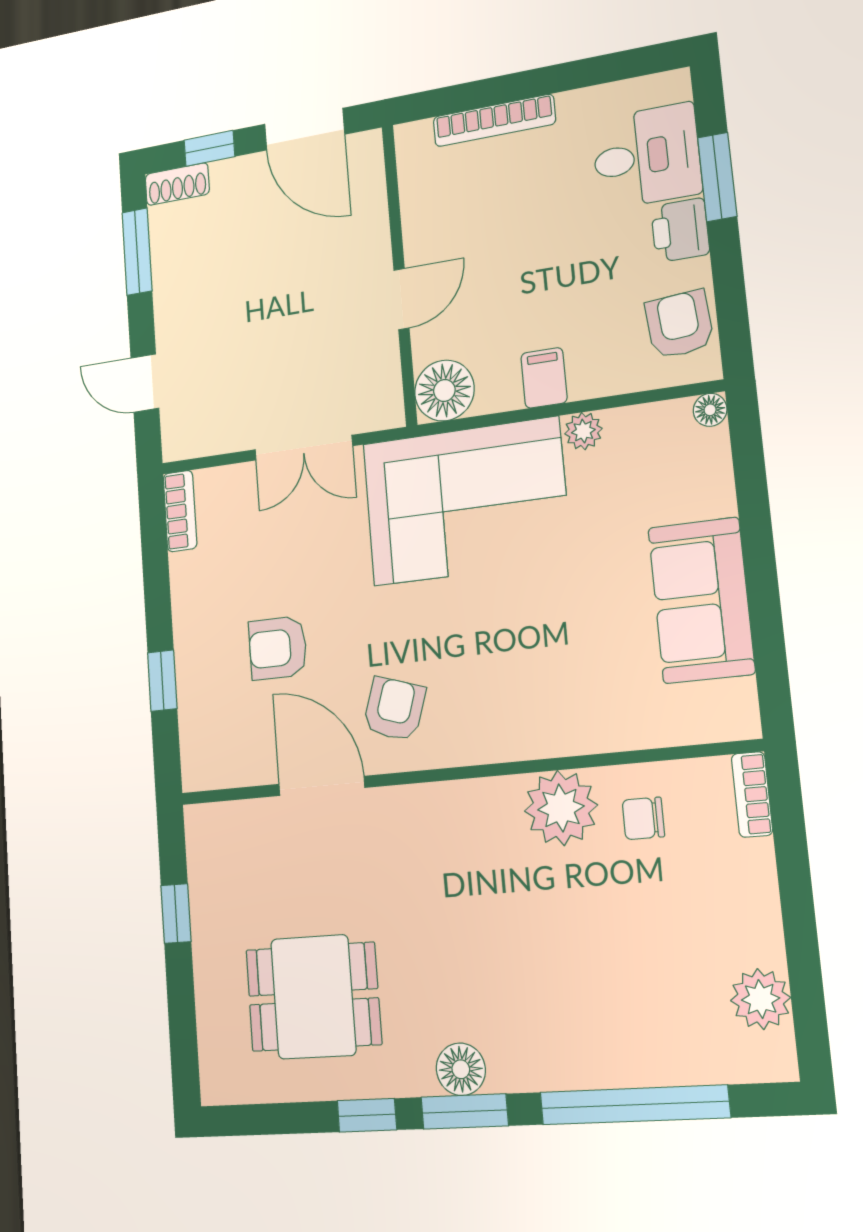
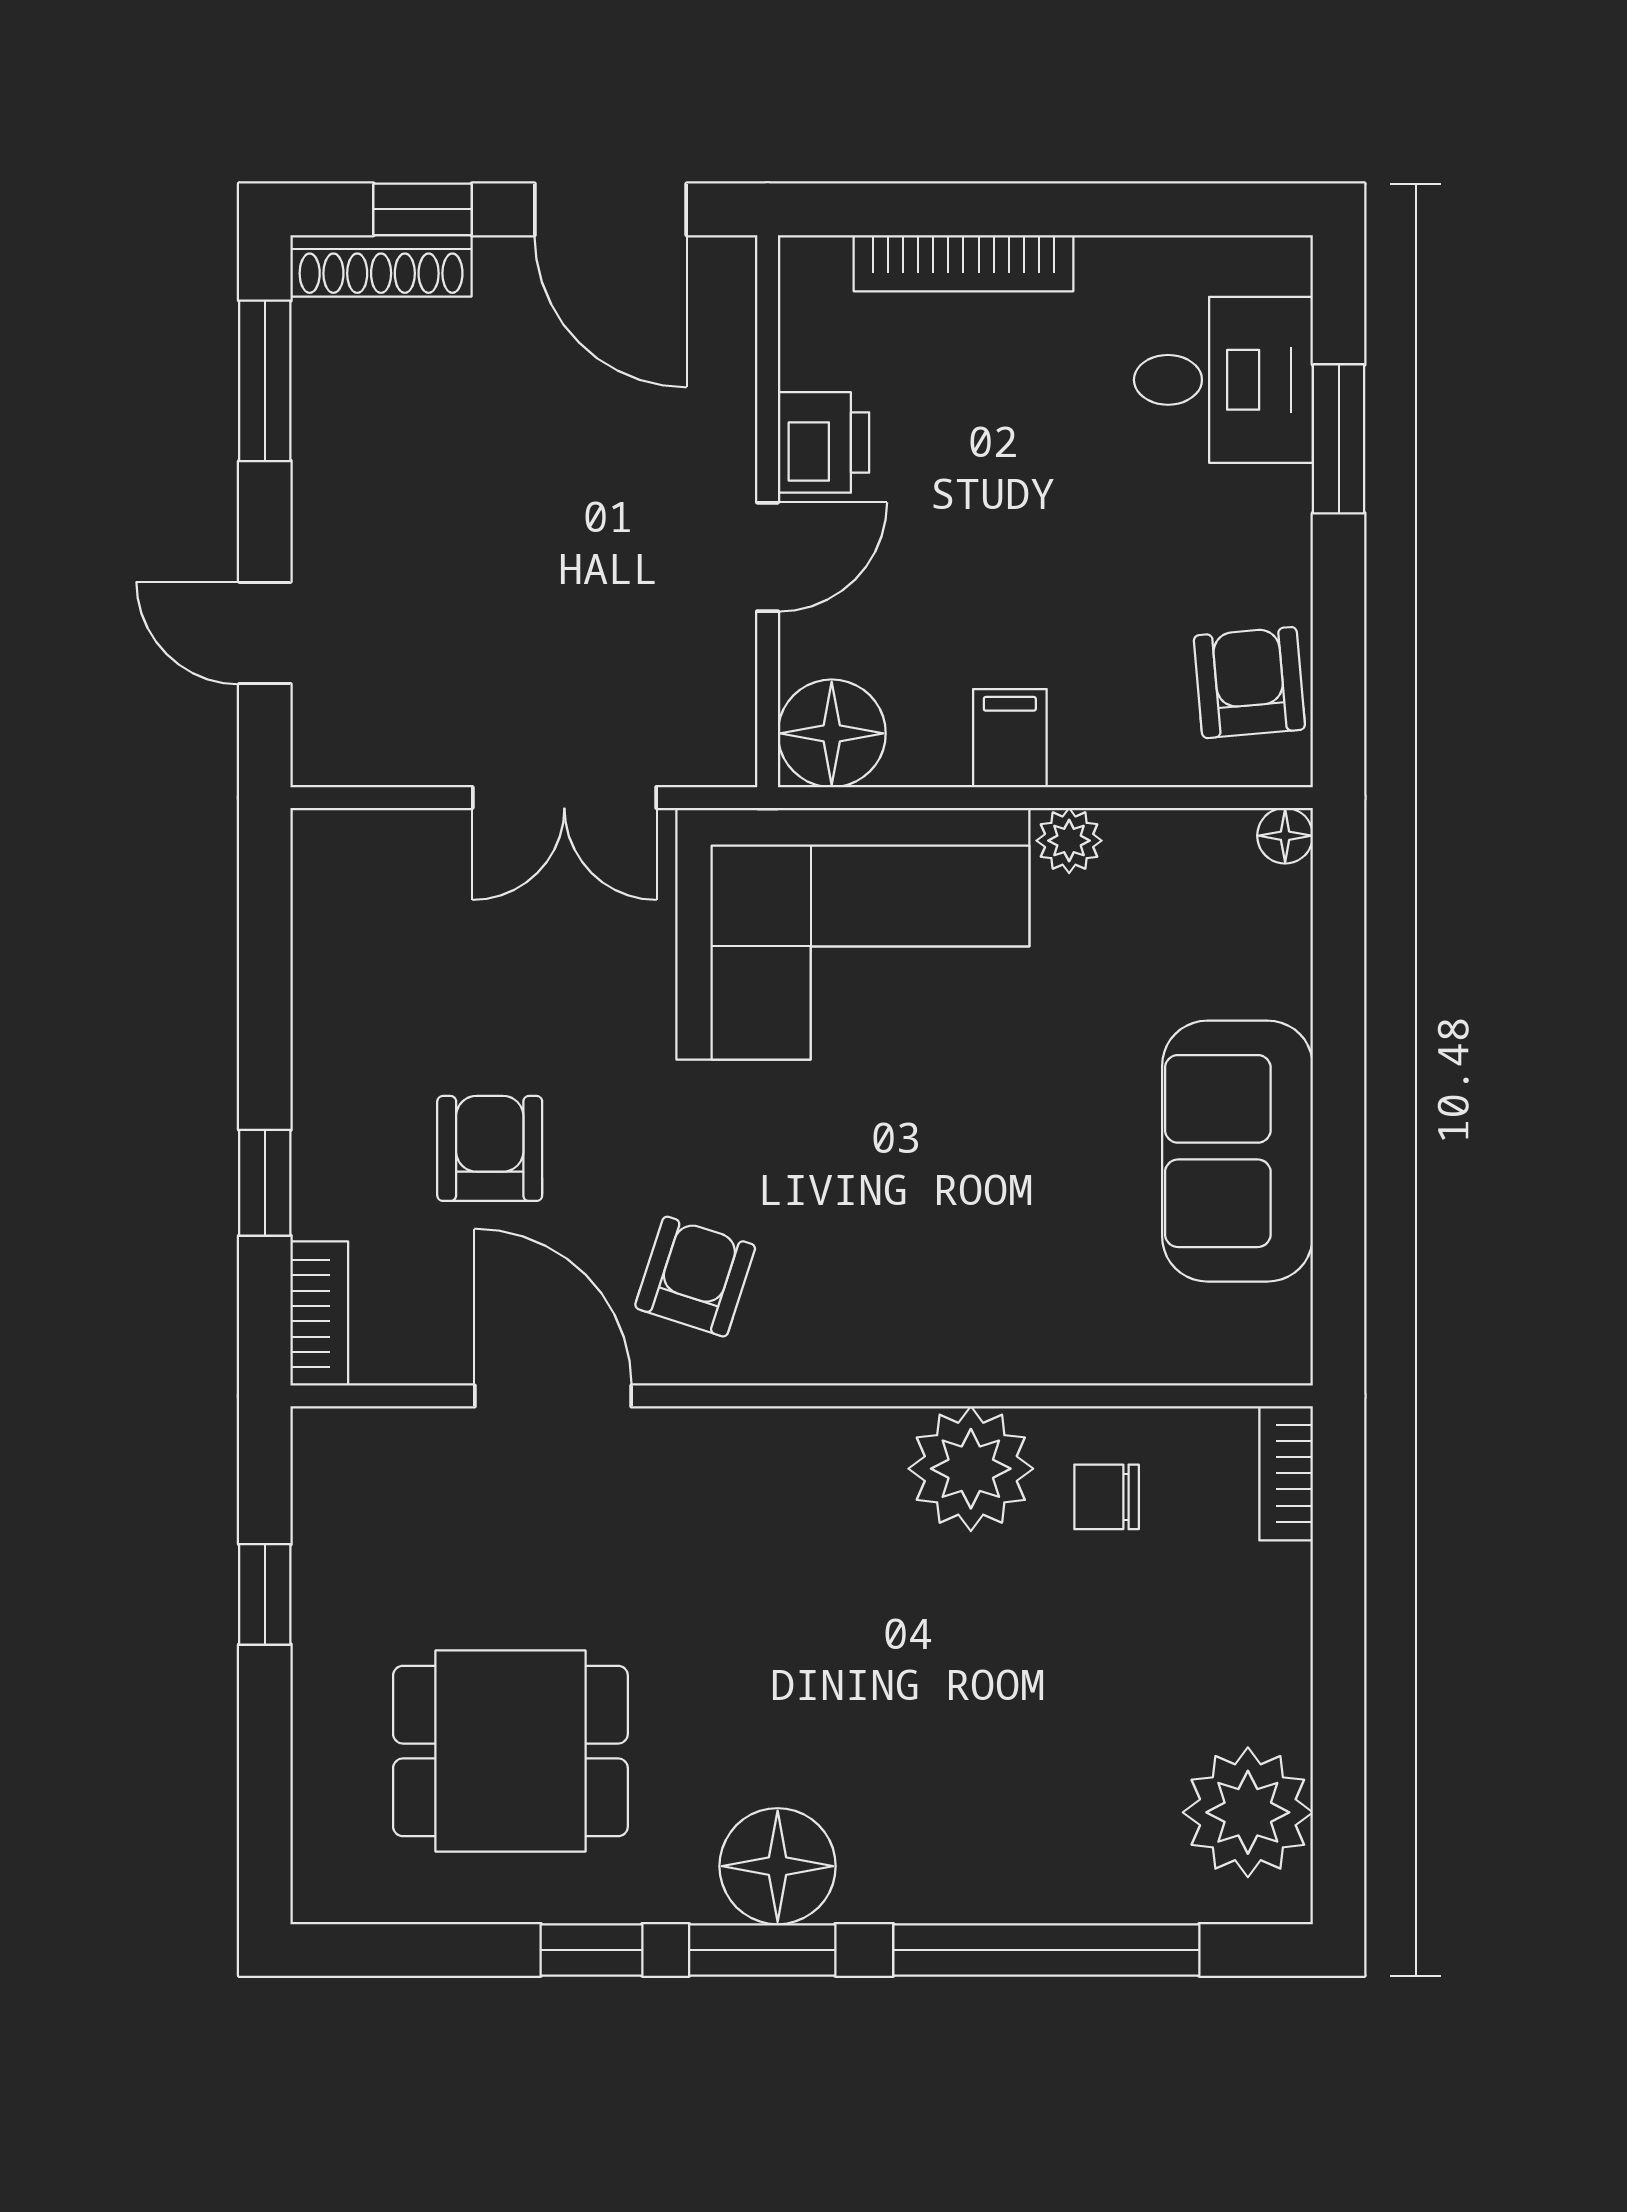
shoe rack: (177, 184) -> (381, 266), width x1.43
printer: (680, 230) -> (823, 442), moved, turned 180
bookcase: (180, 511) -> (319, 1314), moved
armchair: (278, 648) -> (490, 1148), turned 90
plant: (761, 999) -> (1248, 1812), width x1.36, depth x1.36
floor lamp: (461, 1069) -> (778, 1866), width x1.38, depth x1.38

